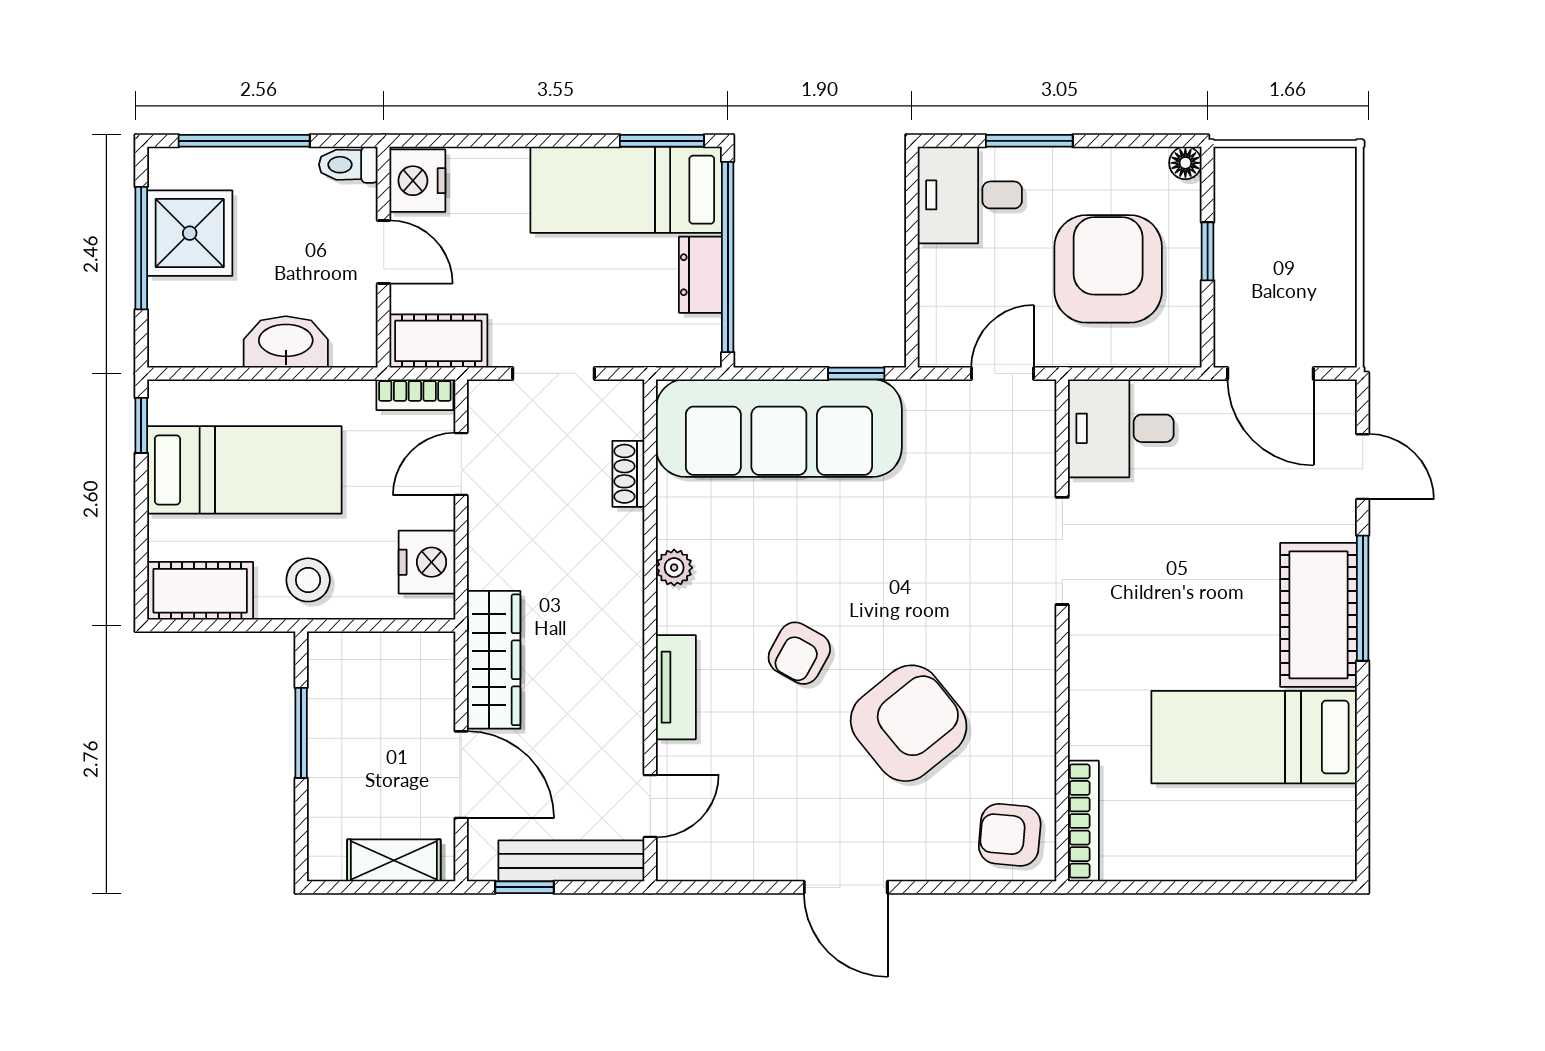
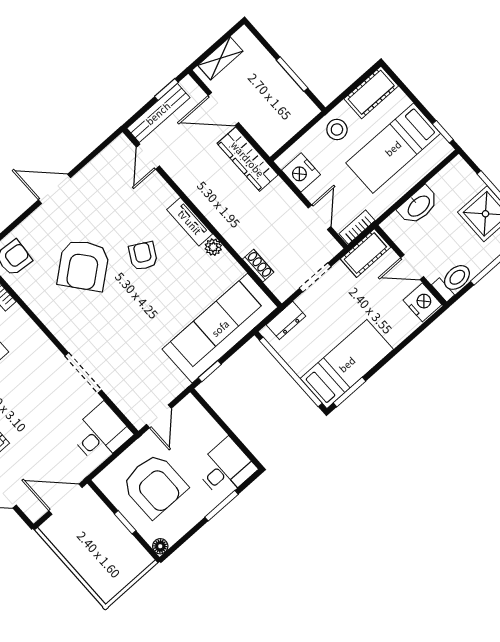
toilet: (348, 165) -> (453, 281), width x1.37, depth x1.39
dresser: (700, 275) -> (286, 320), moved, turned 90
tv unit: (676, 687) -> (190, 222), moved

